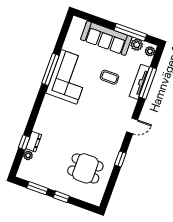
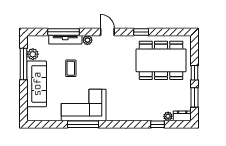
plant: (150, 51) -> (87, 40), moved
dresser: (34, 142) -> (182, 116), moved
dining table: (85, 168) -> (161, 60), width x1.88, depth x1.24

